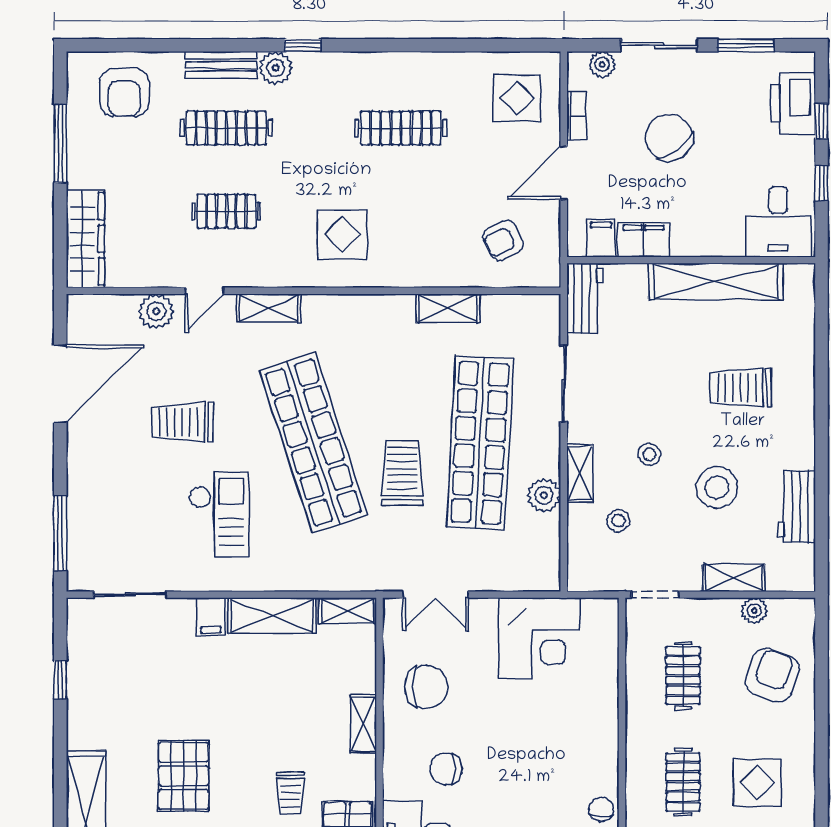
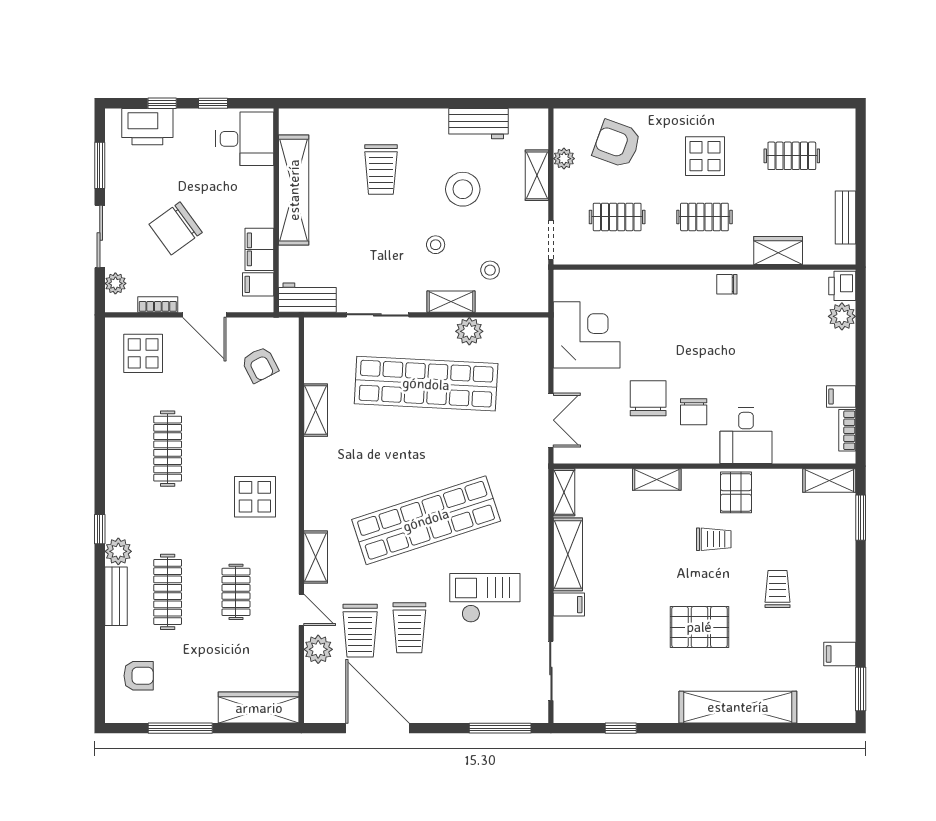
armchair: (124, 93) -> (139, 676), width x0.72, depth x0.72
trolley: (402, 473) -> (360, 631), moved, turned -90
chair: (426, 687) -> (648, 398), moved

